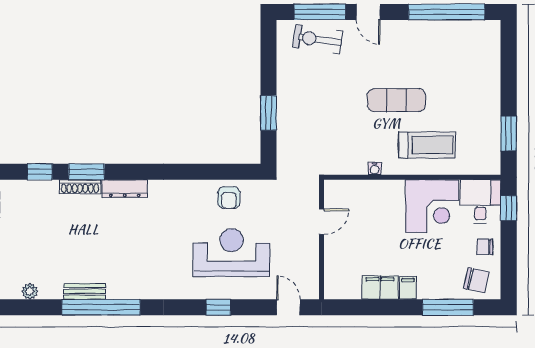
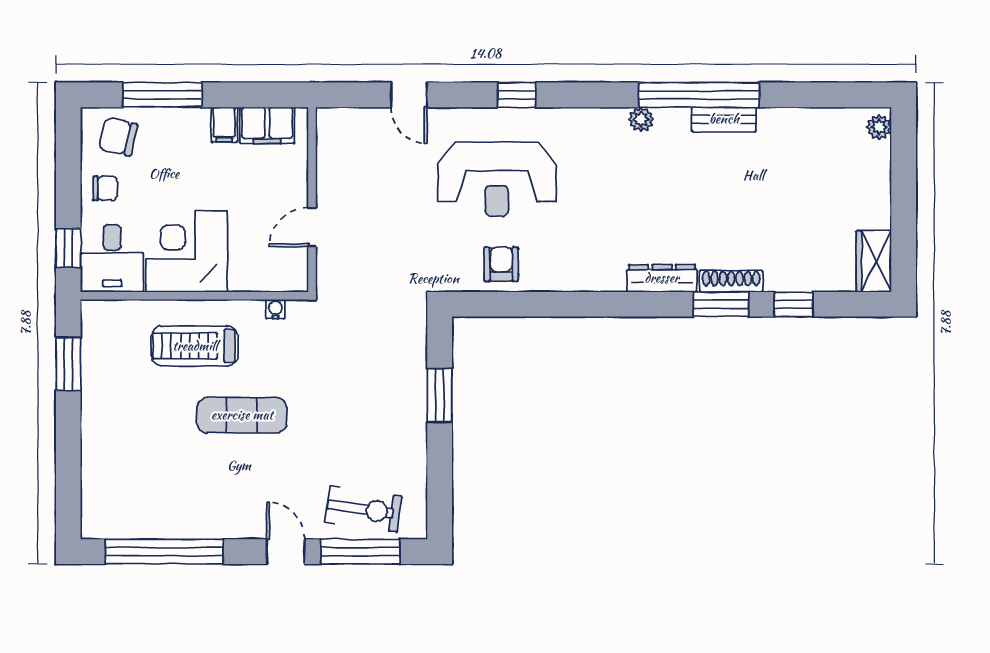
door: (321, 222) -> (312, 227), moved
wall: (321, 240) -> (312, 200), moved
plant: (30, 291) -> (641, 119), moved

